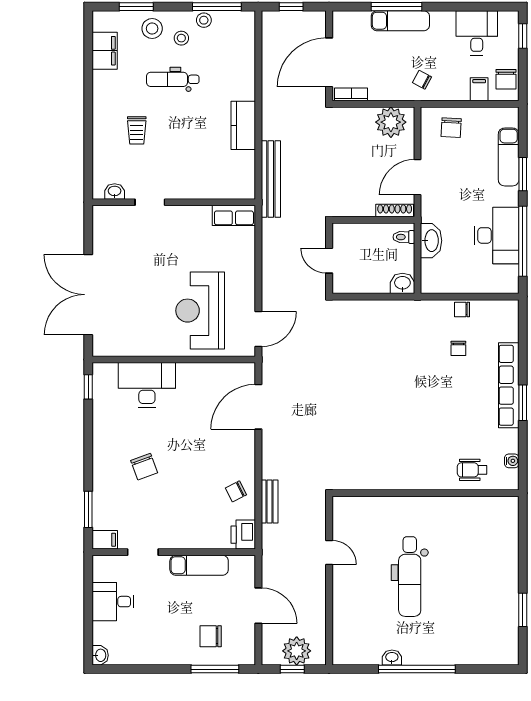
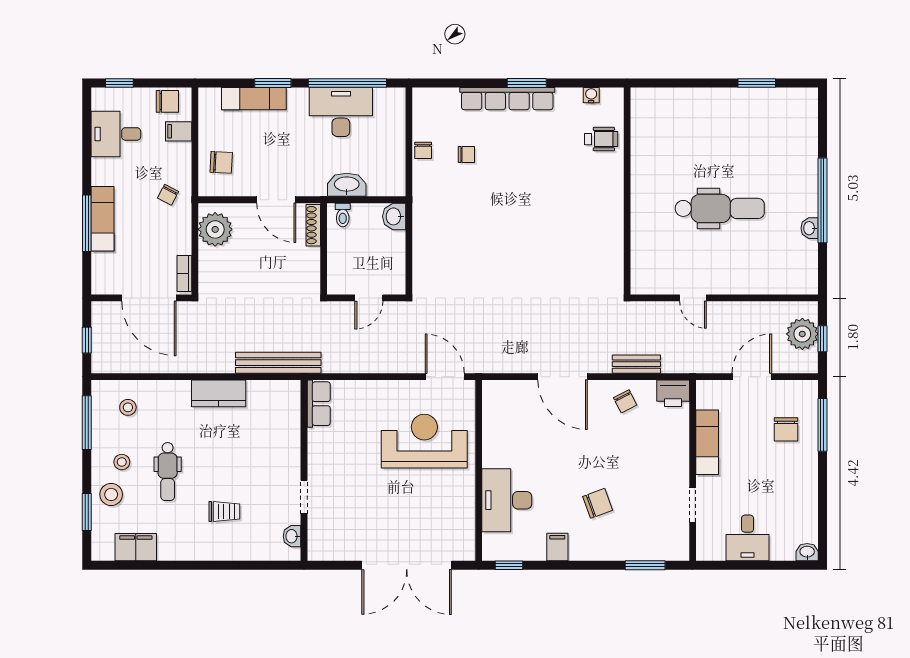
stool: (204, 20) -> (128, 407), moved
reception desk: (200, 311) -> (424, 441), turned 180
door: (258, 407) -> (562, 377), moved
wheelchair: (472, 470) -> (601, 139), turned -90
filing cabinet: (105, 540) -> (557, 547), moved
door: (329, 552) -> (693, 298), swing flipped

